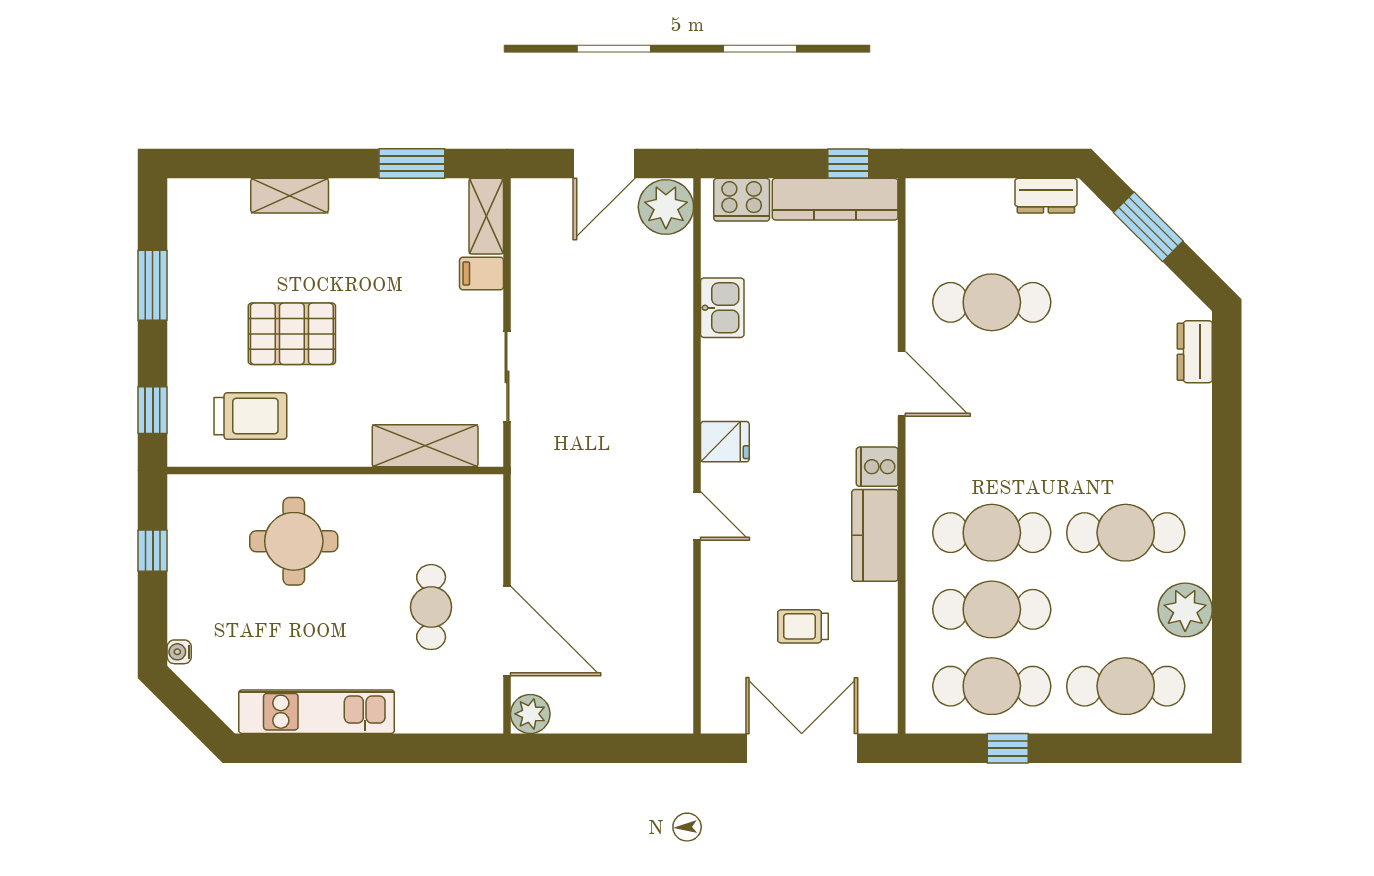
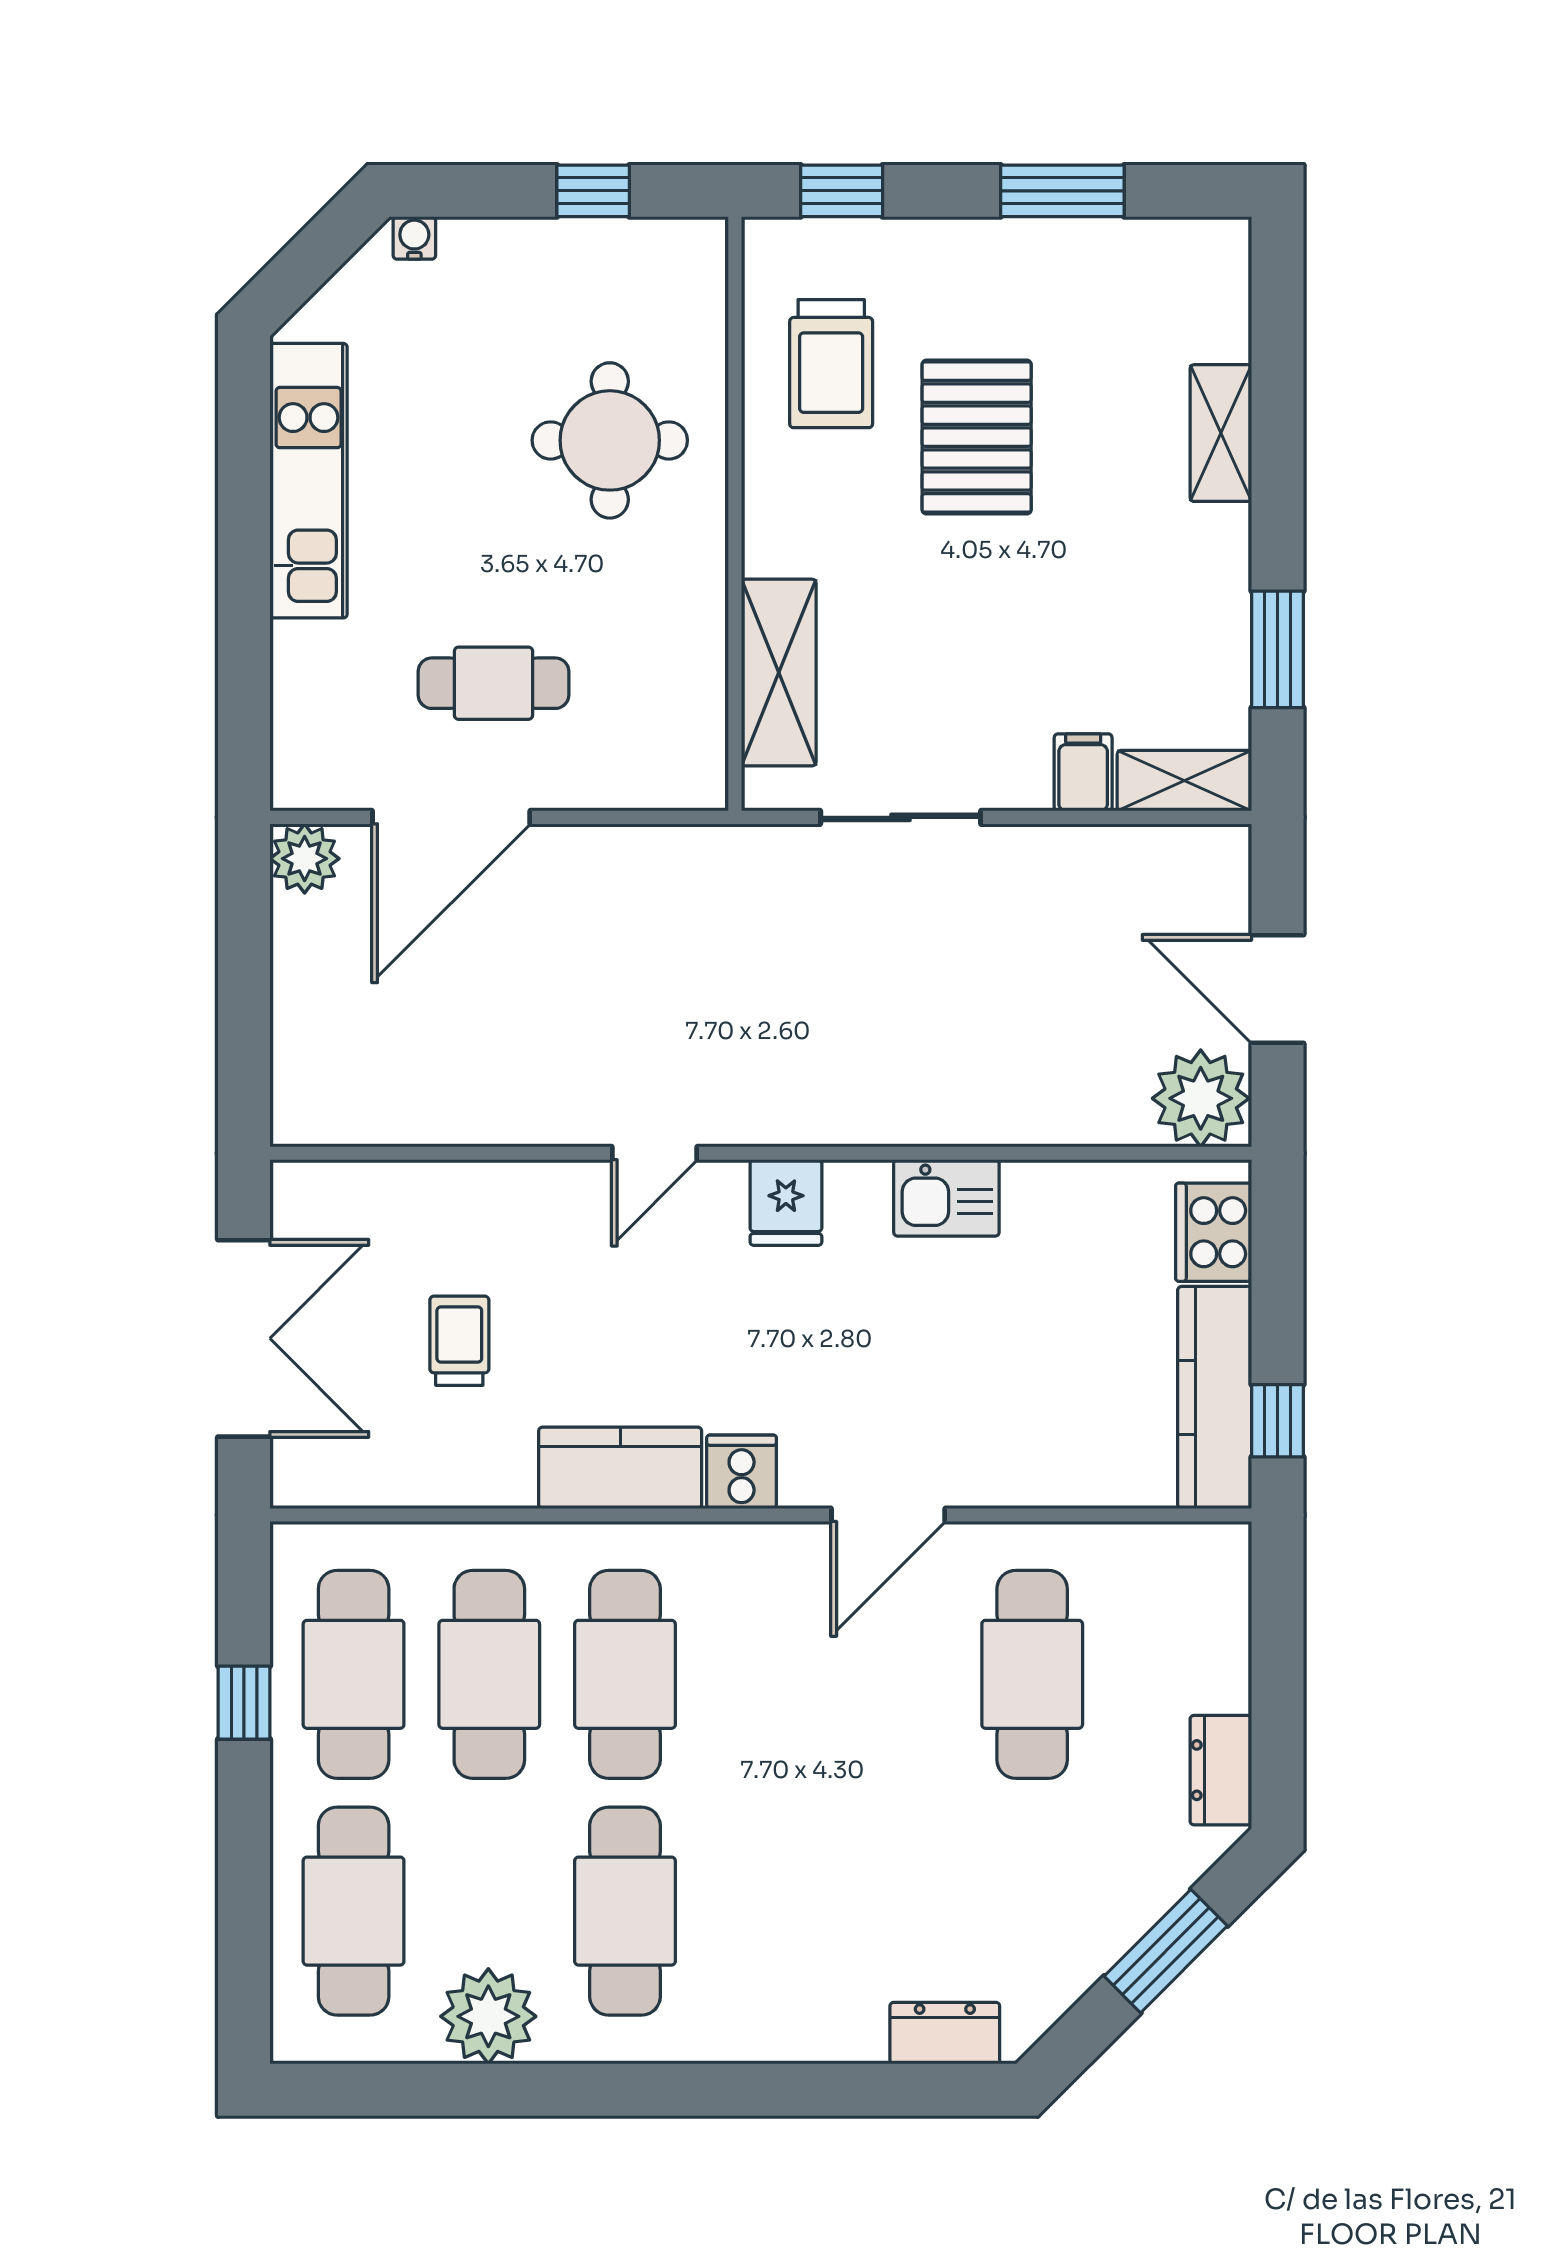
kitchen sink: (722, 308) -> (946, 1198), moved

